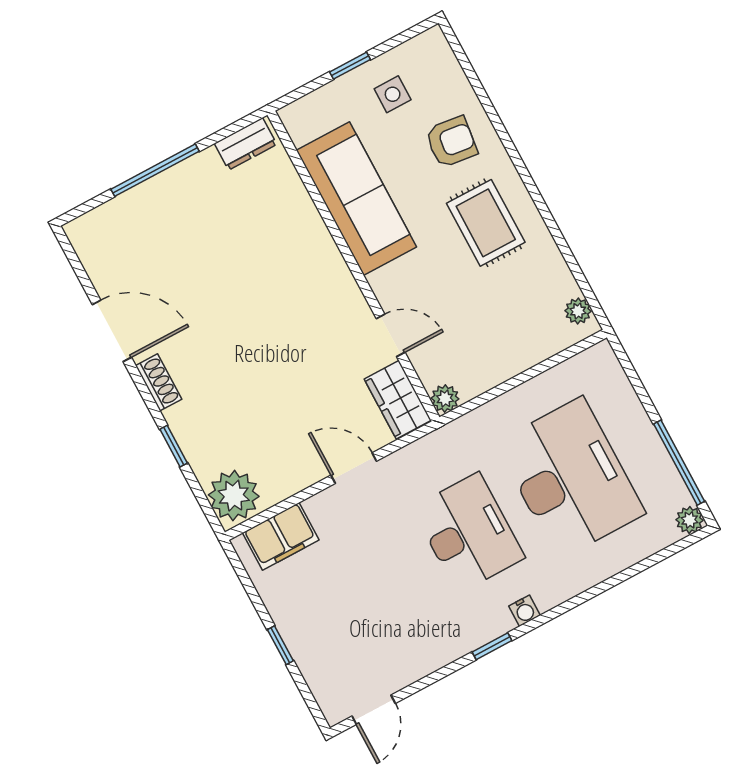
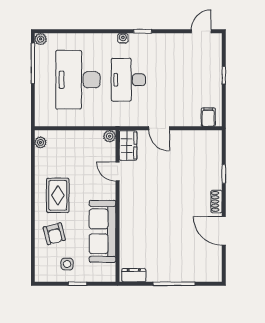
armchair: (451, 142) -> (54, 234), turned -112
plant: (234, 496) -> (211, 142), removed
filing cabinet: (281, 536) -> (208, 117), width x0.50

